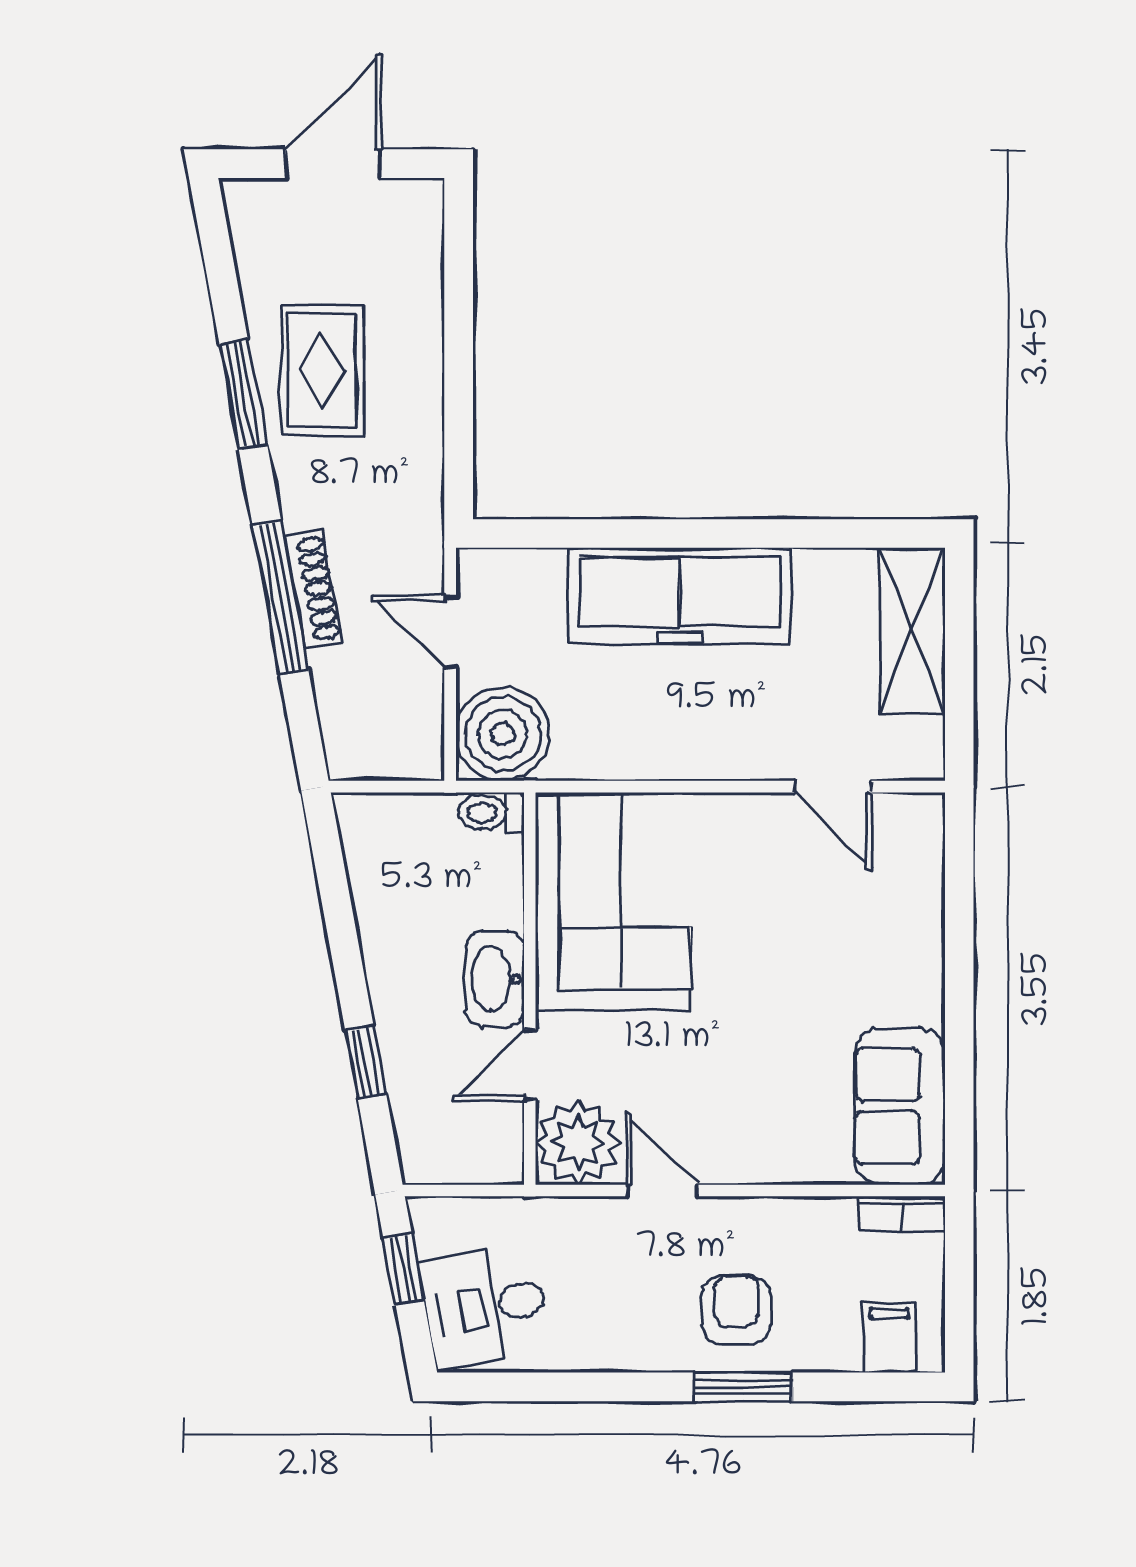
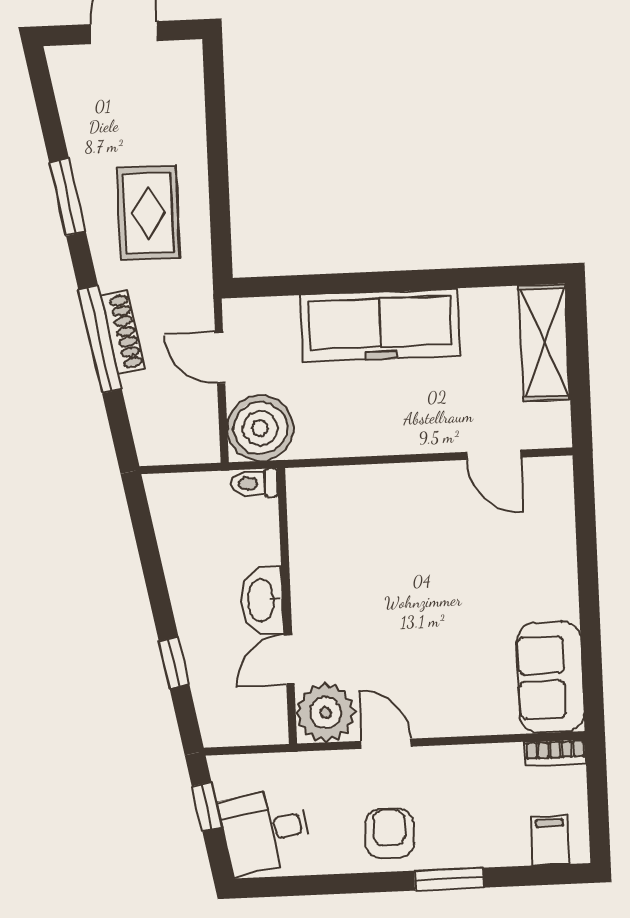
rug: (322, 370) -> (148, 213), moved
corner sofa: (613, 901) -> (343, 542), removed
armchair: (736, 1310) -> (389, 833), moved

